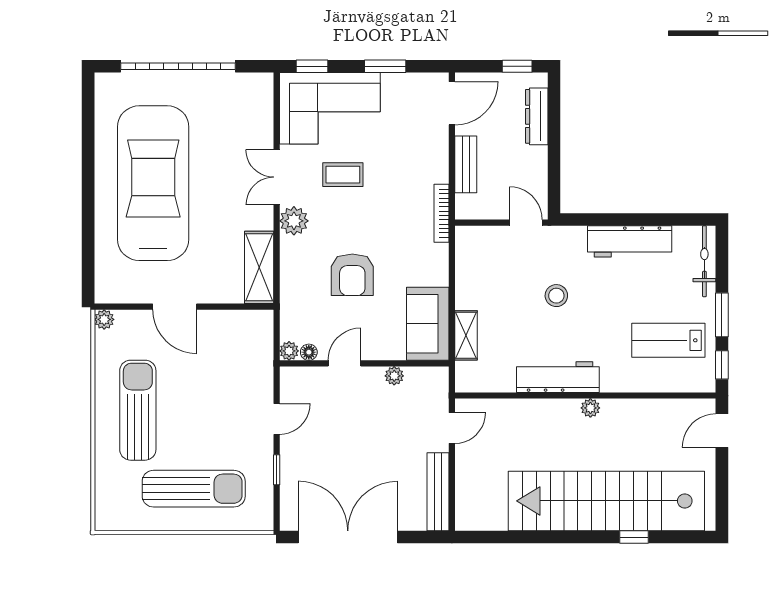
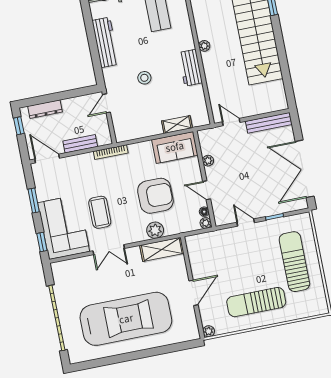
coffee table: (343, 175) -> (100, 212), width x1.36, depth x1.30
car: (153, 183) -> (126, 319), turned 180
plant: (294, 221) -> (155, 230), moved
armchair: (352, 275) -> (155, 196), width x1.36, depth x1.36
workbench: (558, 377) -> (190, 68), width x0.73

